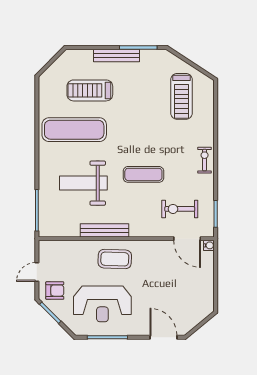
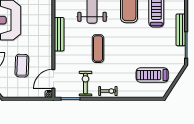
exercise bike: (180, 209) -> (85, 84), moved
bench: (105, 230) -> (59, 34), moved
coffee table: (115, 259) -> (22, 66), moved

